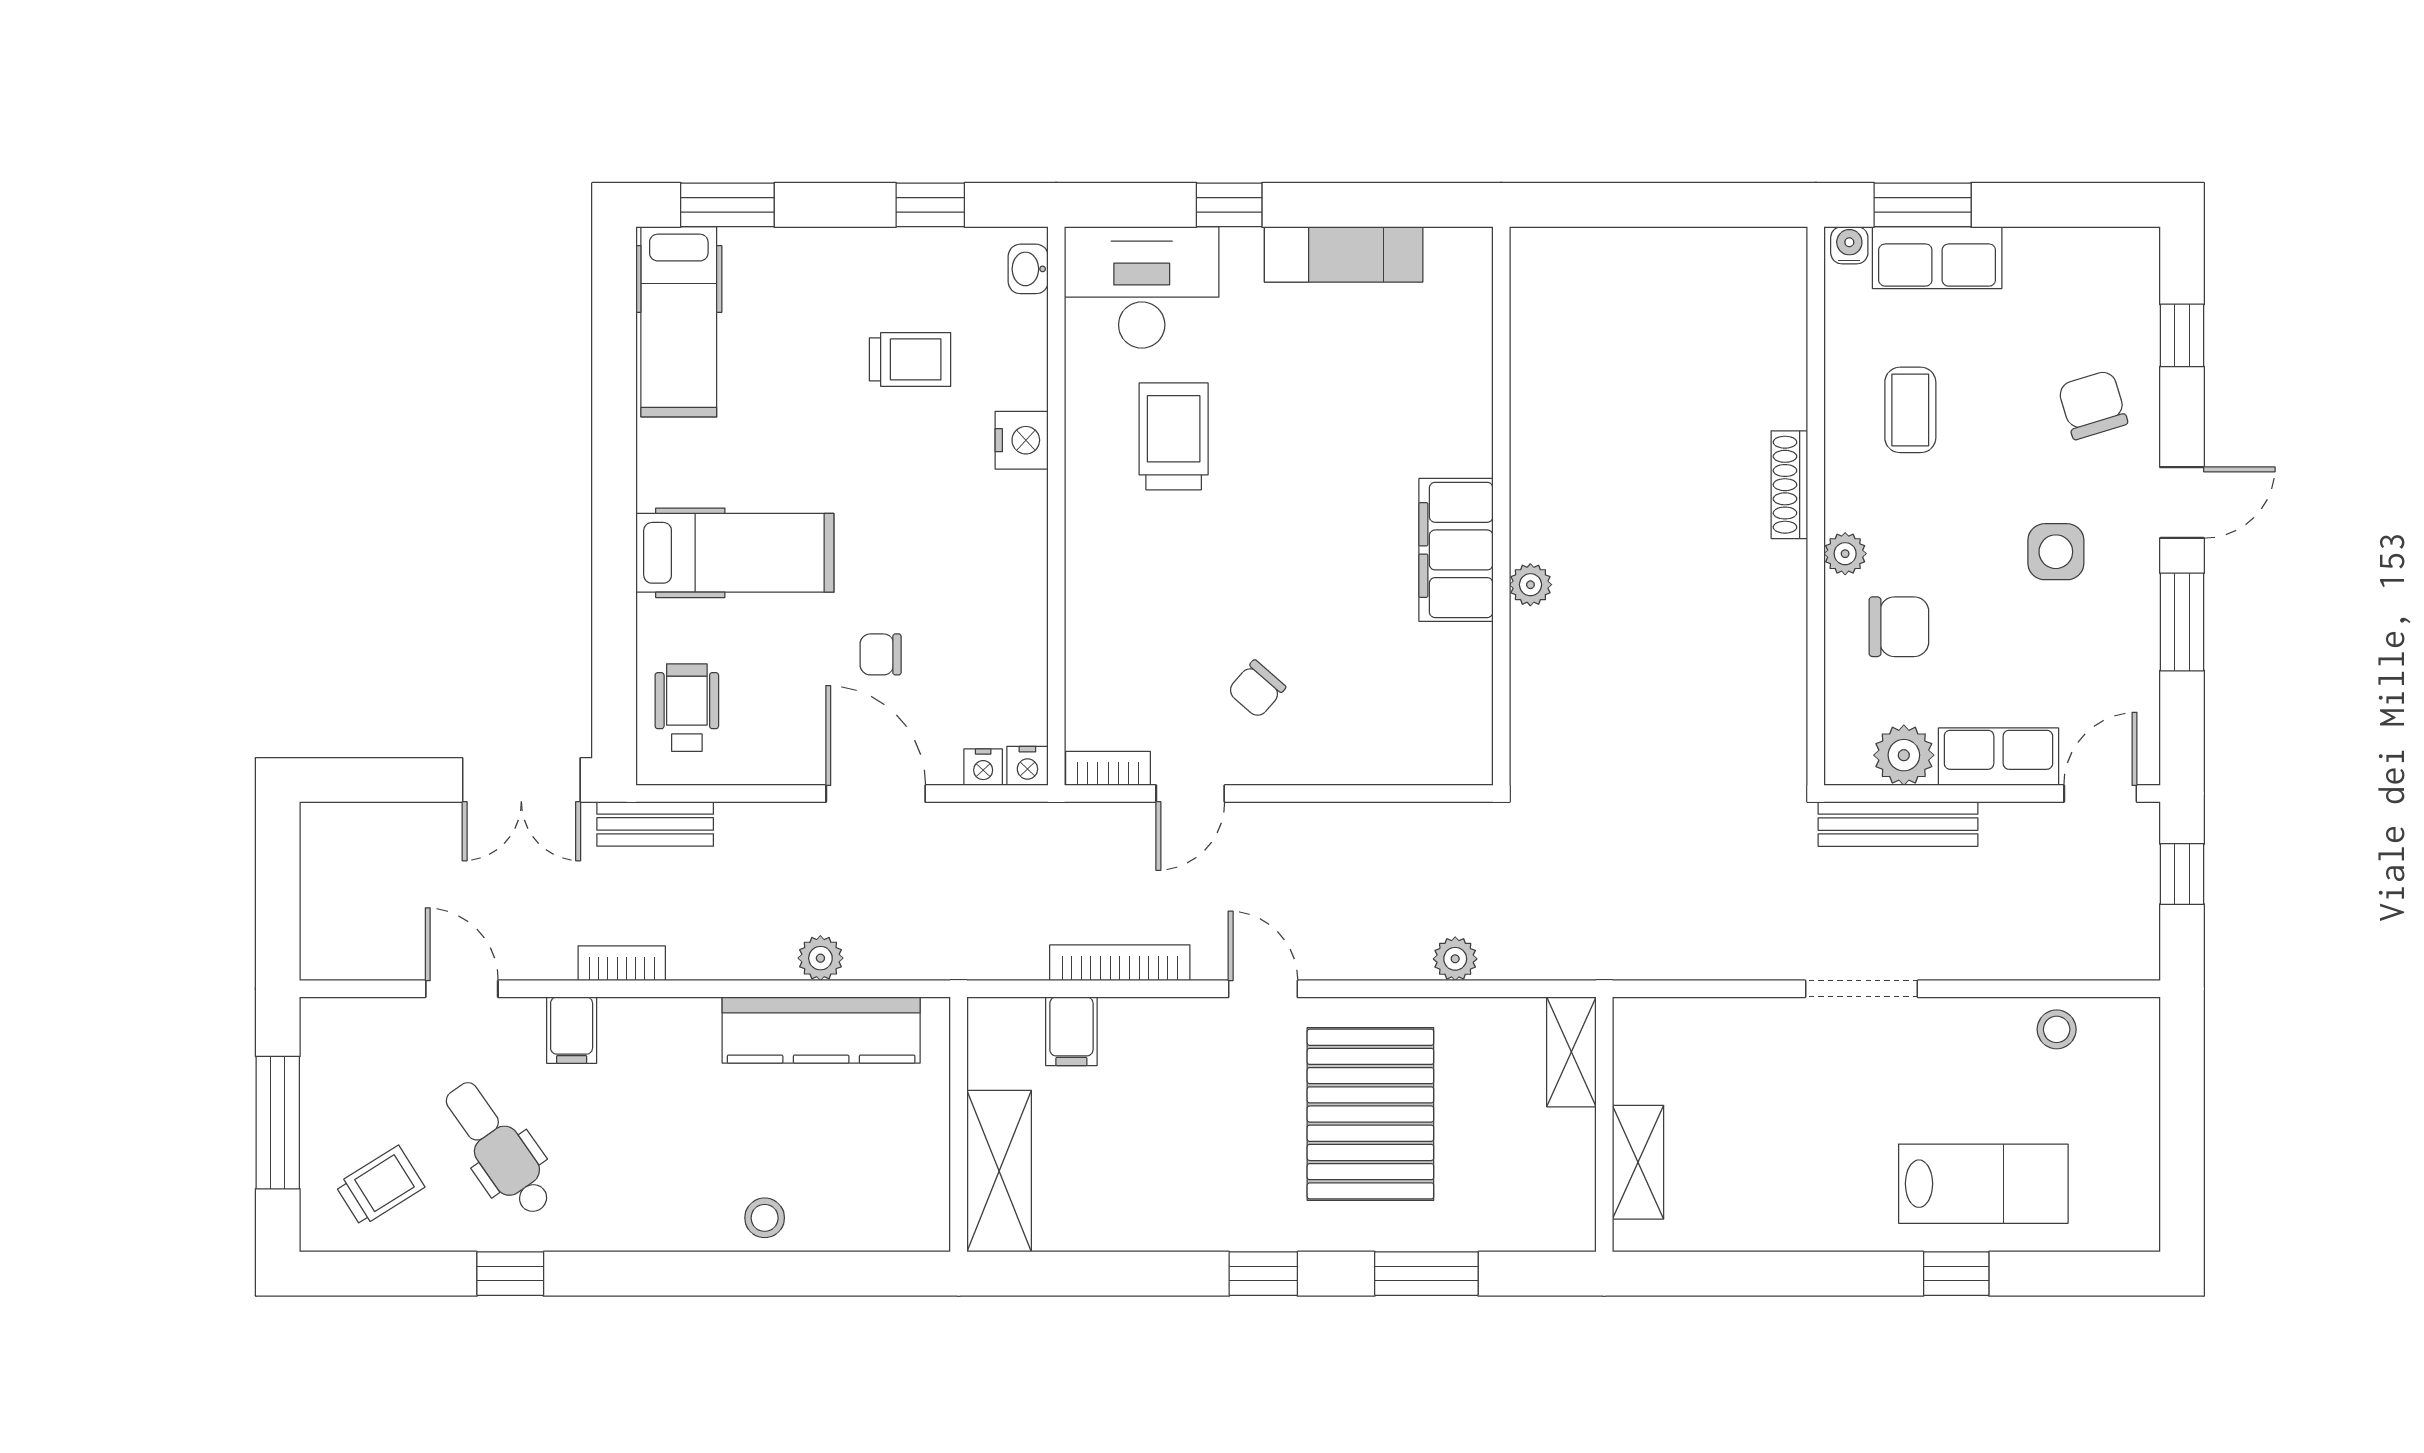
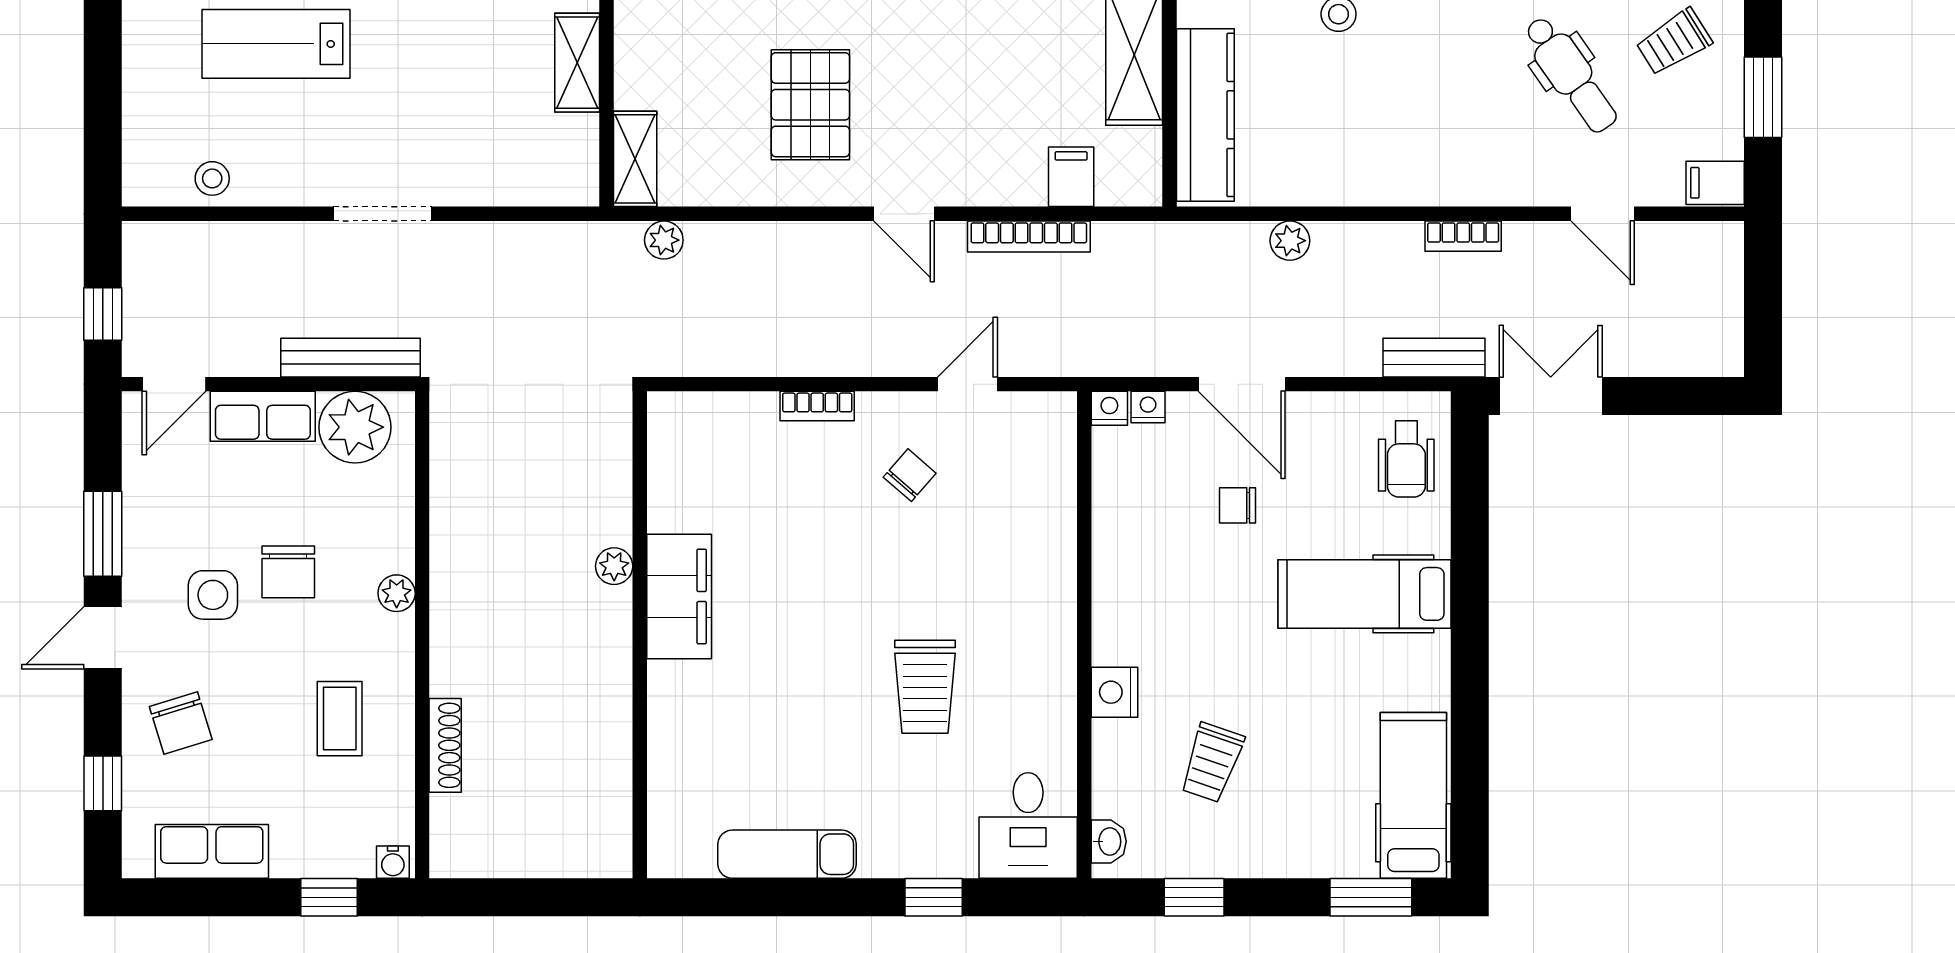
window: (1923, 205) -> (329, 897), width x0.67
exam couch: (1344, 254) -> (787, 854), moved
row of seats: (1937, 258) -> (212, 851), moved
desk: (1142, 287) -> (1028, 825), width x0.73
trolley: (910, 359) -> (1212, 763), turned -71
trolley: (1174, 436) -> (925, 687), moved
shoe rack: (1789, 485) -> (445, 745), moved
wall: (1501, 506) -> (640, 635), moved
filing cabinet: (1456, 550) -> (679, 596), moved
plant: (1530, 585) -> (614, 566), moved
chair: (1899, 627) -> (288, 572), moved, turned -90
chair: (881, 654) -> (1237, 505), turned 180
plant: (1904, 755) -> (355, 427), width x1.36, depth x1.36
bookcase: (1108, 768) -> (817, 406), moved
plant: (1455, 959) -> (664, 240), moved
filing cabinet: (572, 1030) -> (1715, 183), moved, turned -90
kitchen counter: (821, 1030) -> (1205, 115), moved, turned 90
pallet: (1370, 1114) -> (810, 105), width x0.73, depth x0.71
window: (278, 1123) -> (1763, 97), width x0.69

